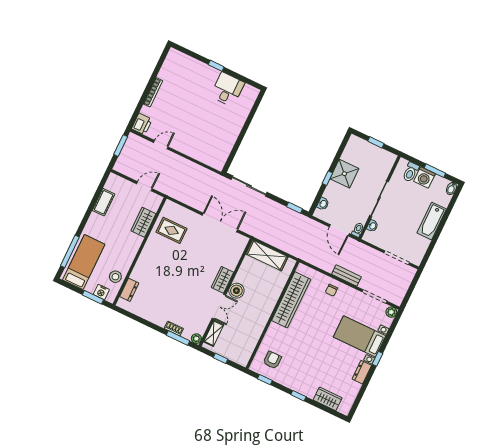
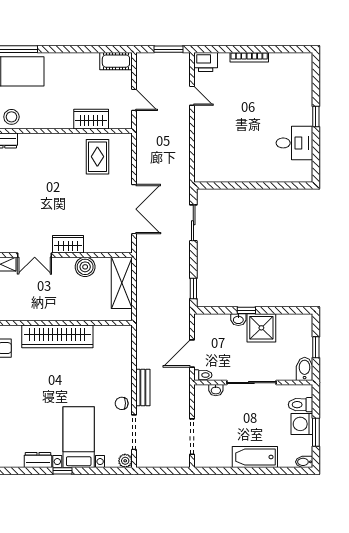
bidet: (387, 157) -> (305, 369), added
sliding door: (249, 186) -> (193, 223), width x0.73
cot: (104, 202) -> (116, 61), moved
washbasin: (323, 204) -> (238, 320), moved
chair: (331, 290) -> (122, 403), moved
boiler: (236, 291) -> (85, 267), moved
wardrobe: (291, 300) -> (57, 336), moved

